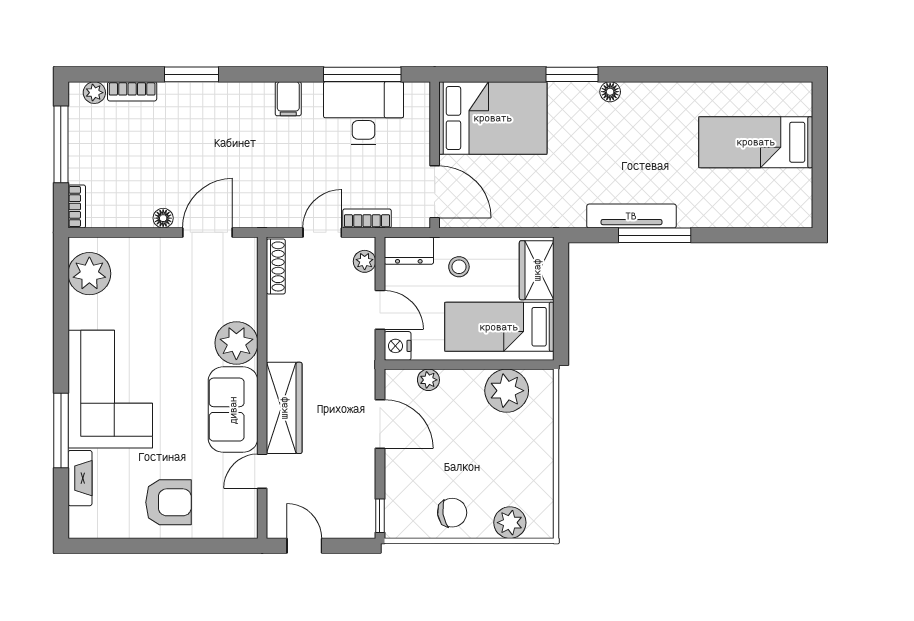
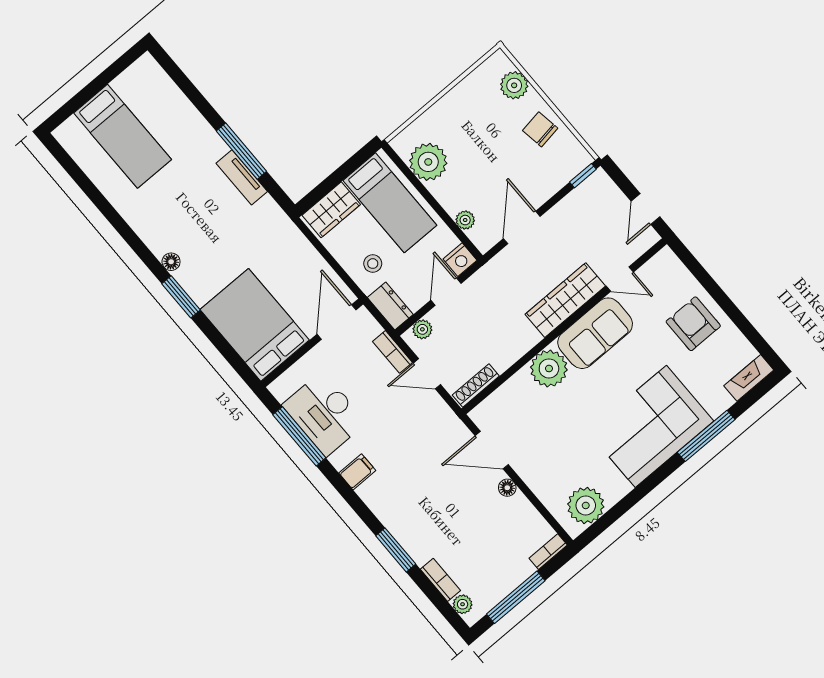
tv unit: (631, 216) -> (242, 177), width x0.71
fireplace: (80, 478) -> (749, 378), moved

